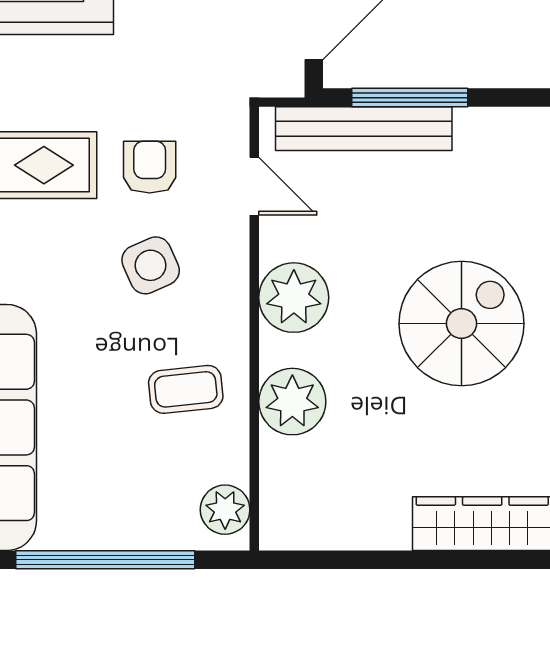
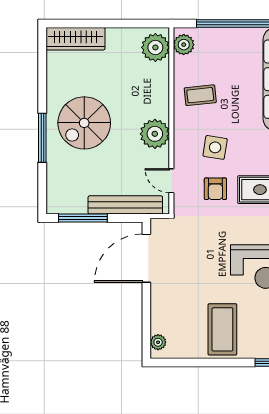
window: (410, 98) -> (83, 218), moved
side table: (151, 265) -> (215, 147), turned 33
plant: (292, 402) -> (155, 47), moved

